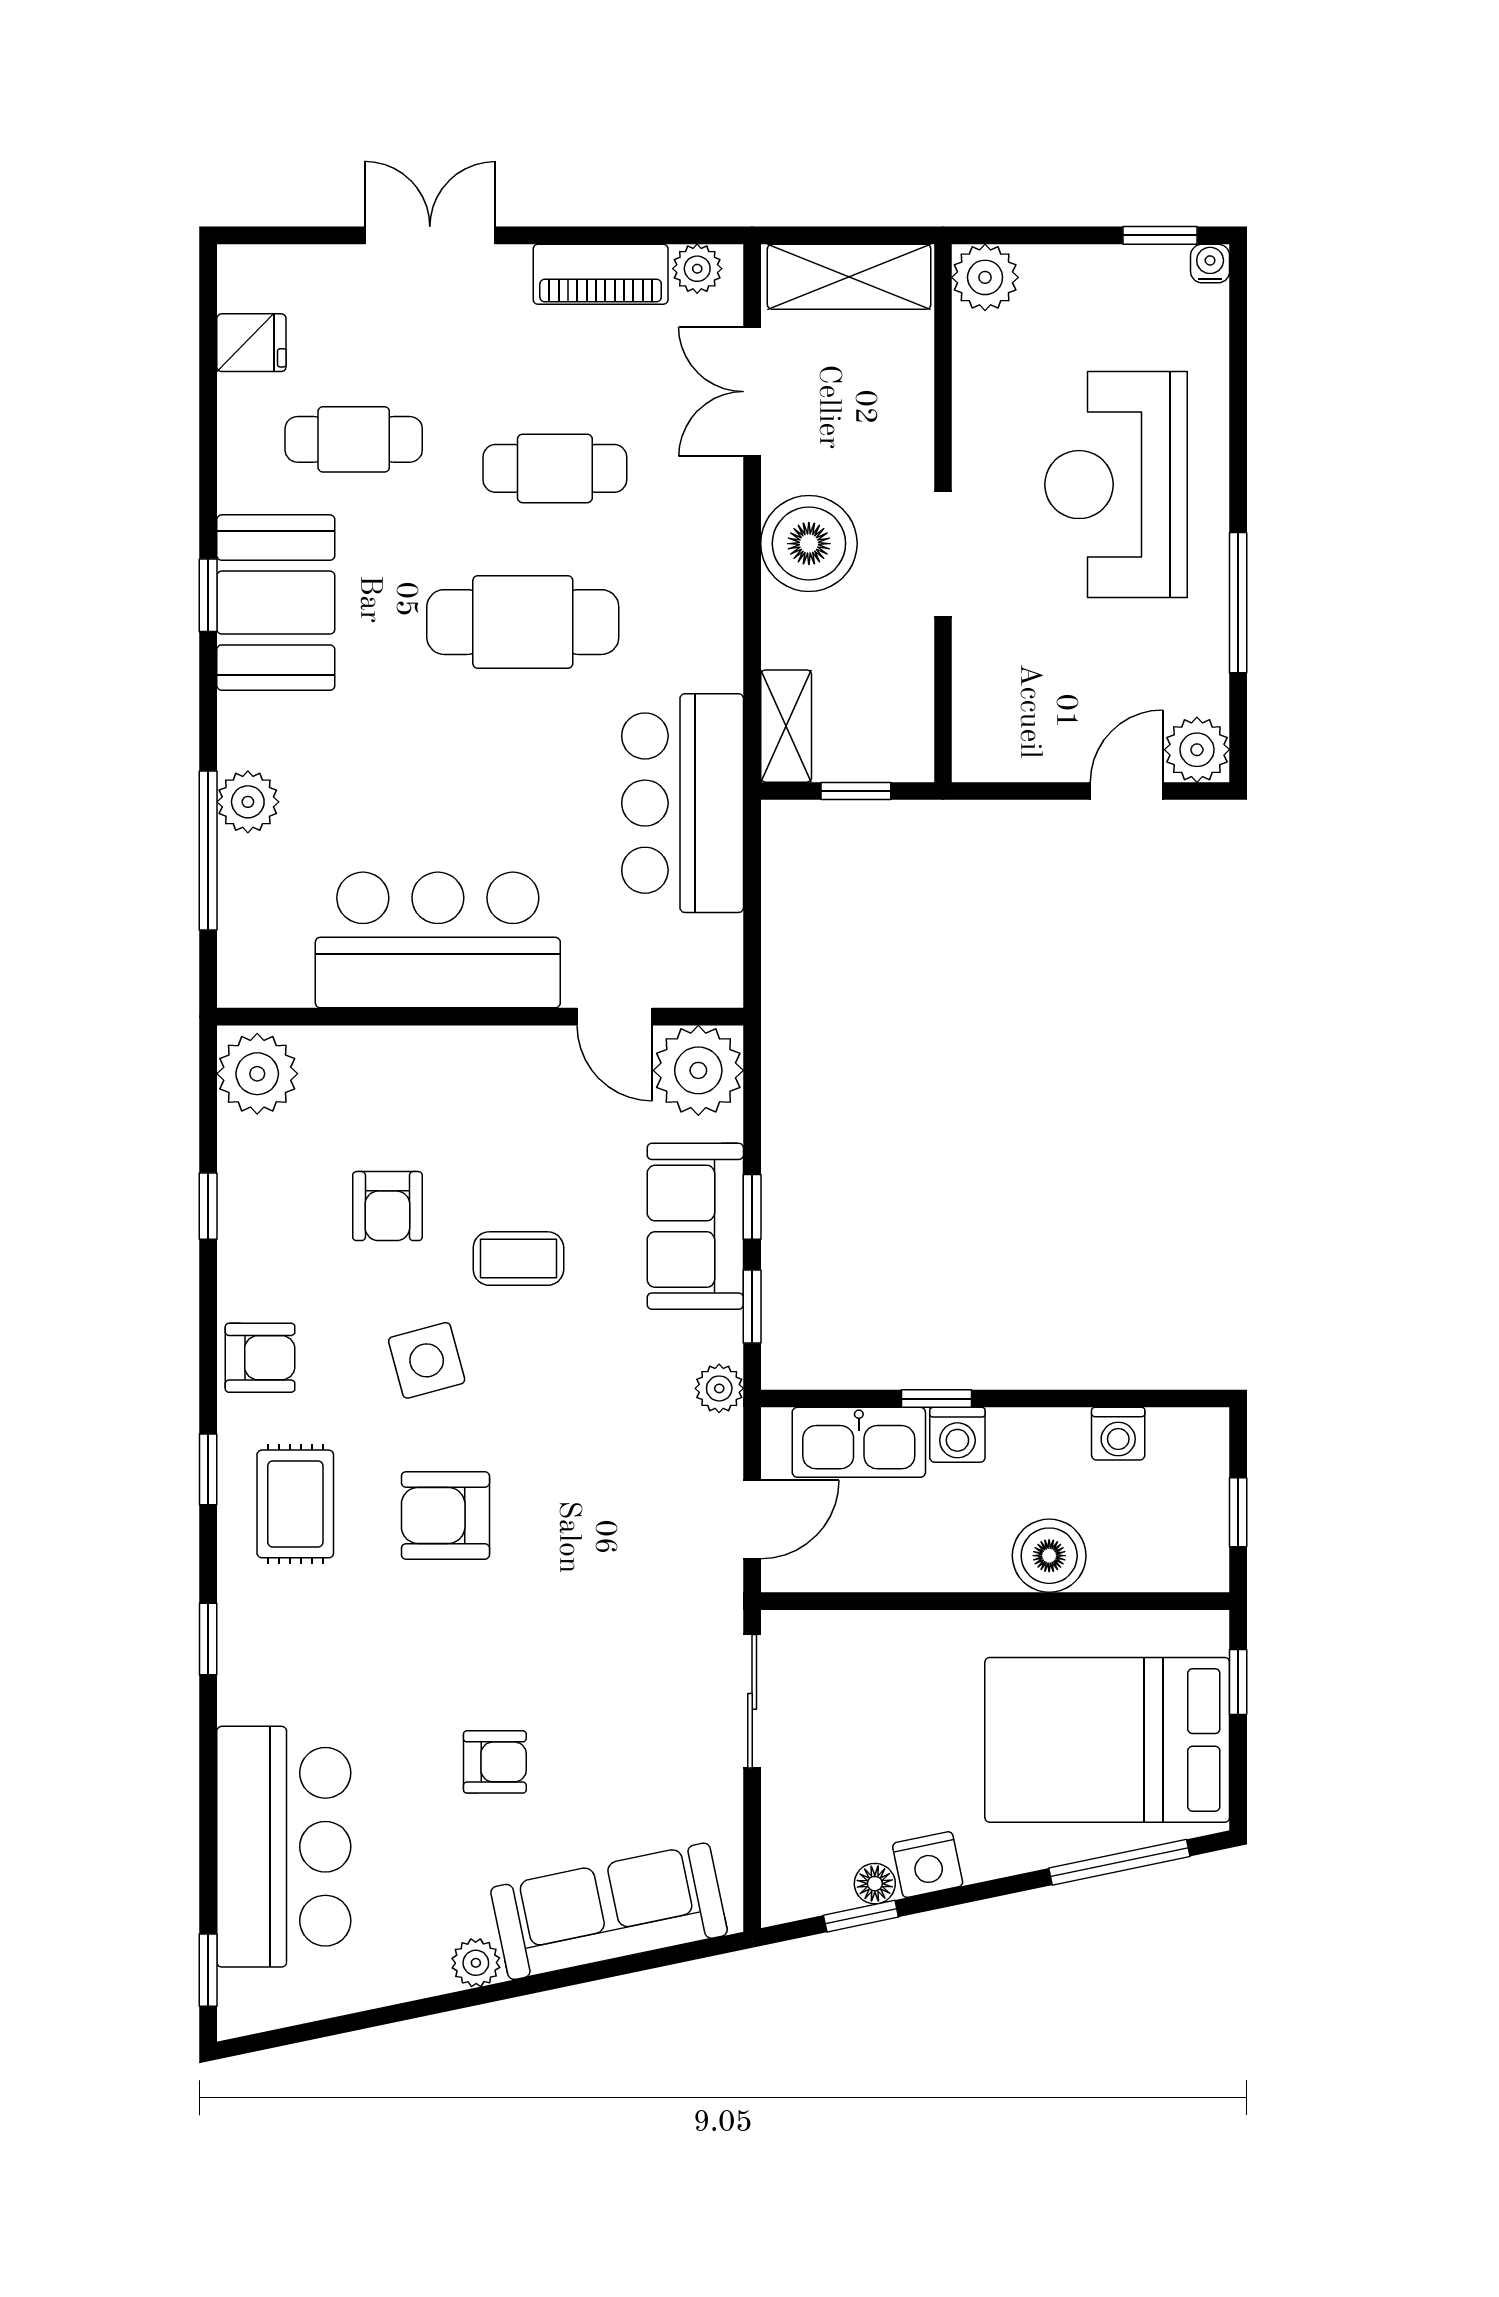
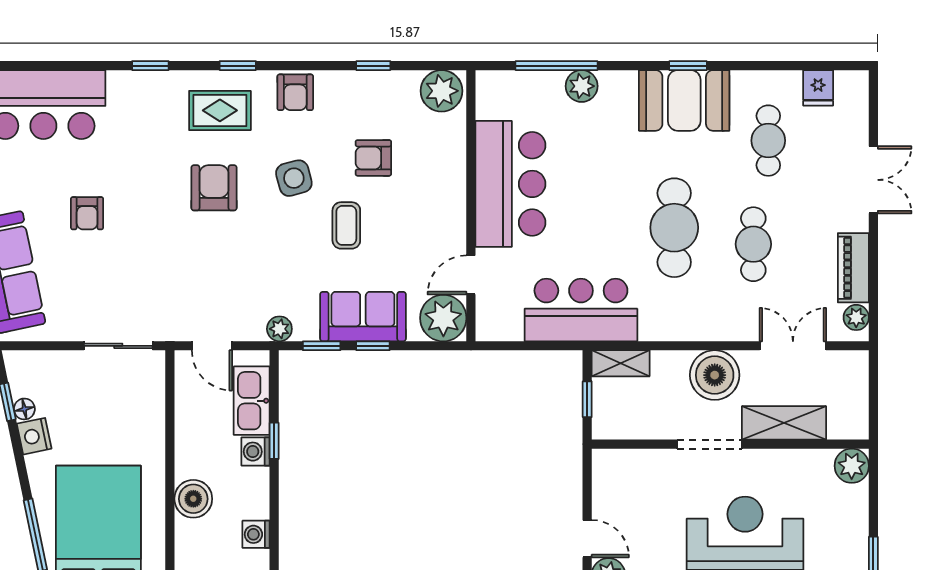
shelving: (849, 277) -> (784, 423), moved, turned 90

